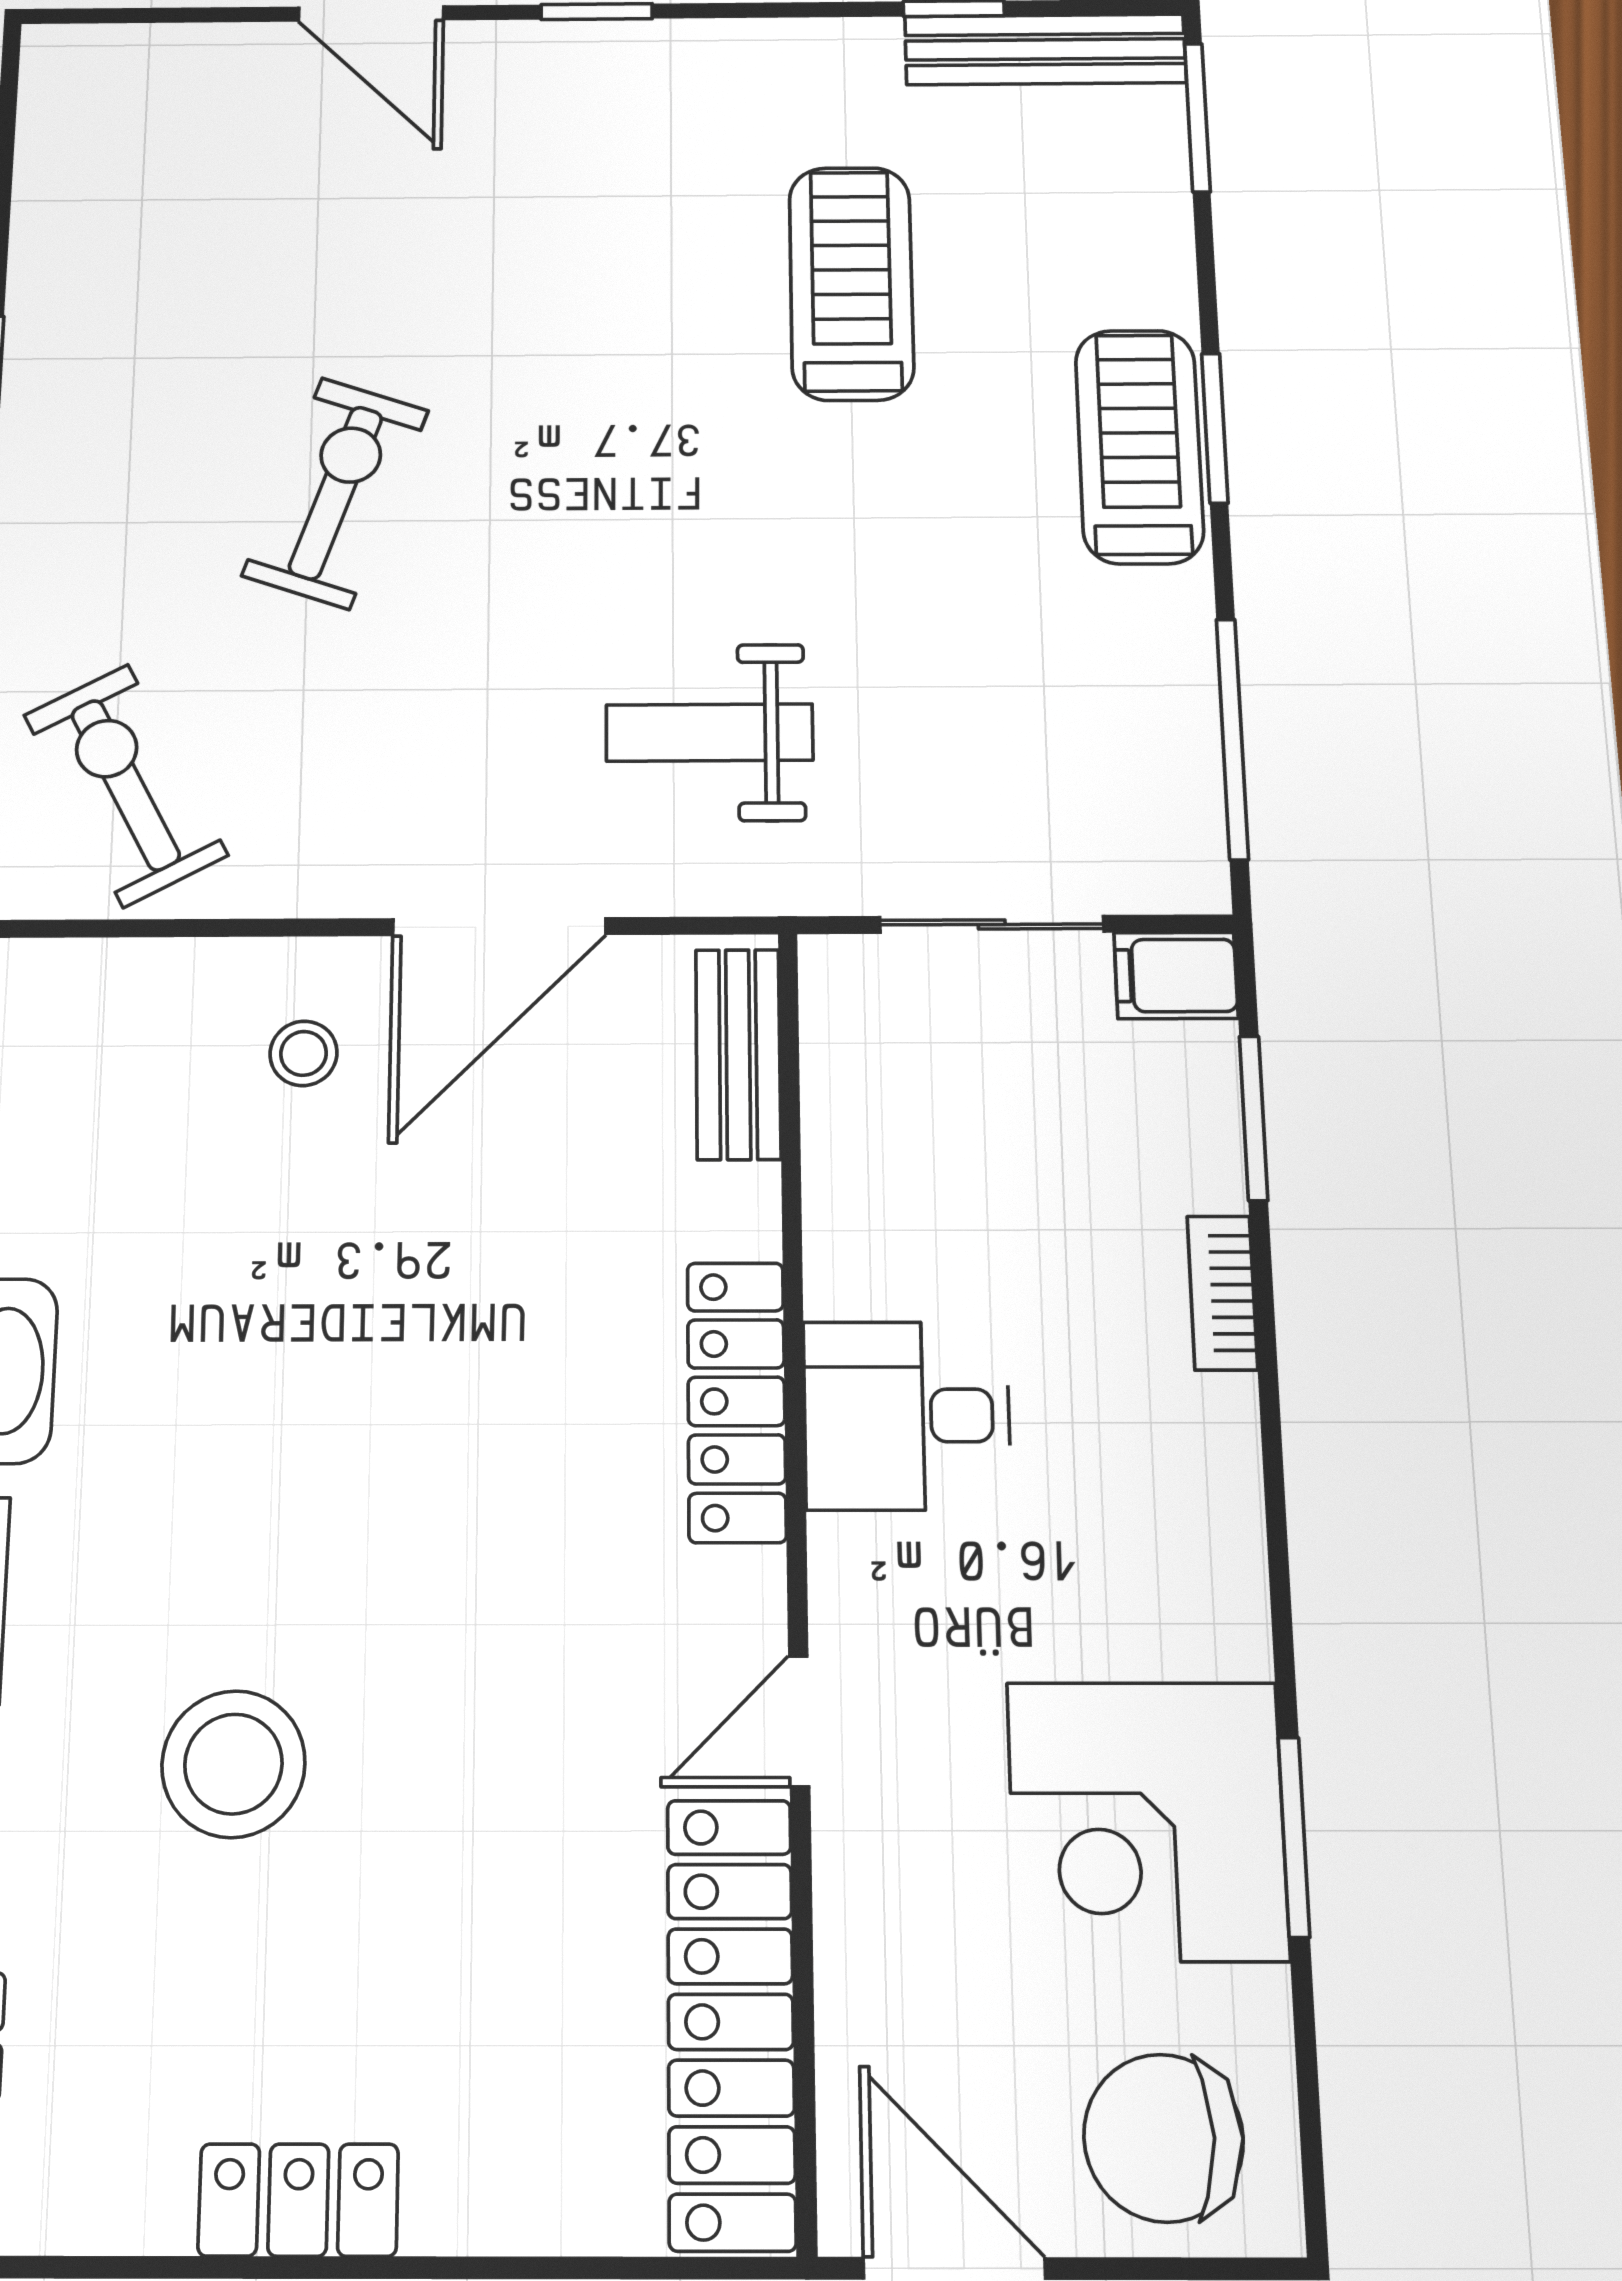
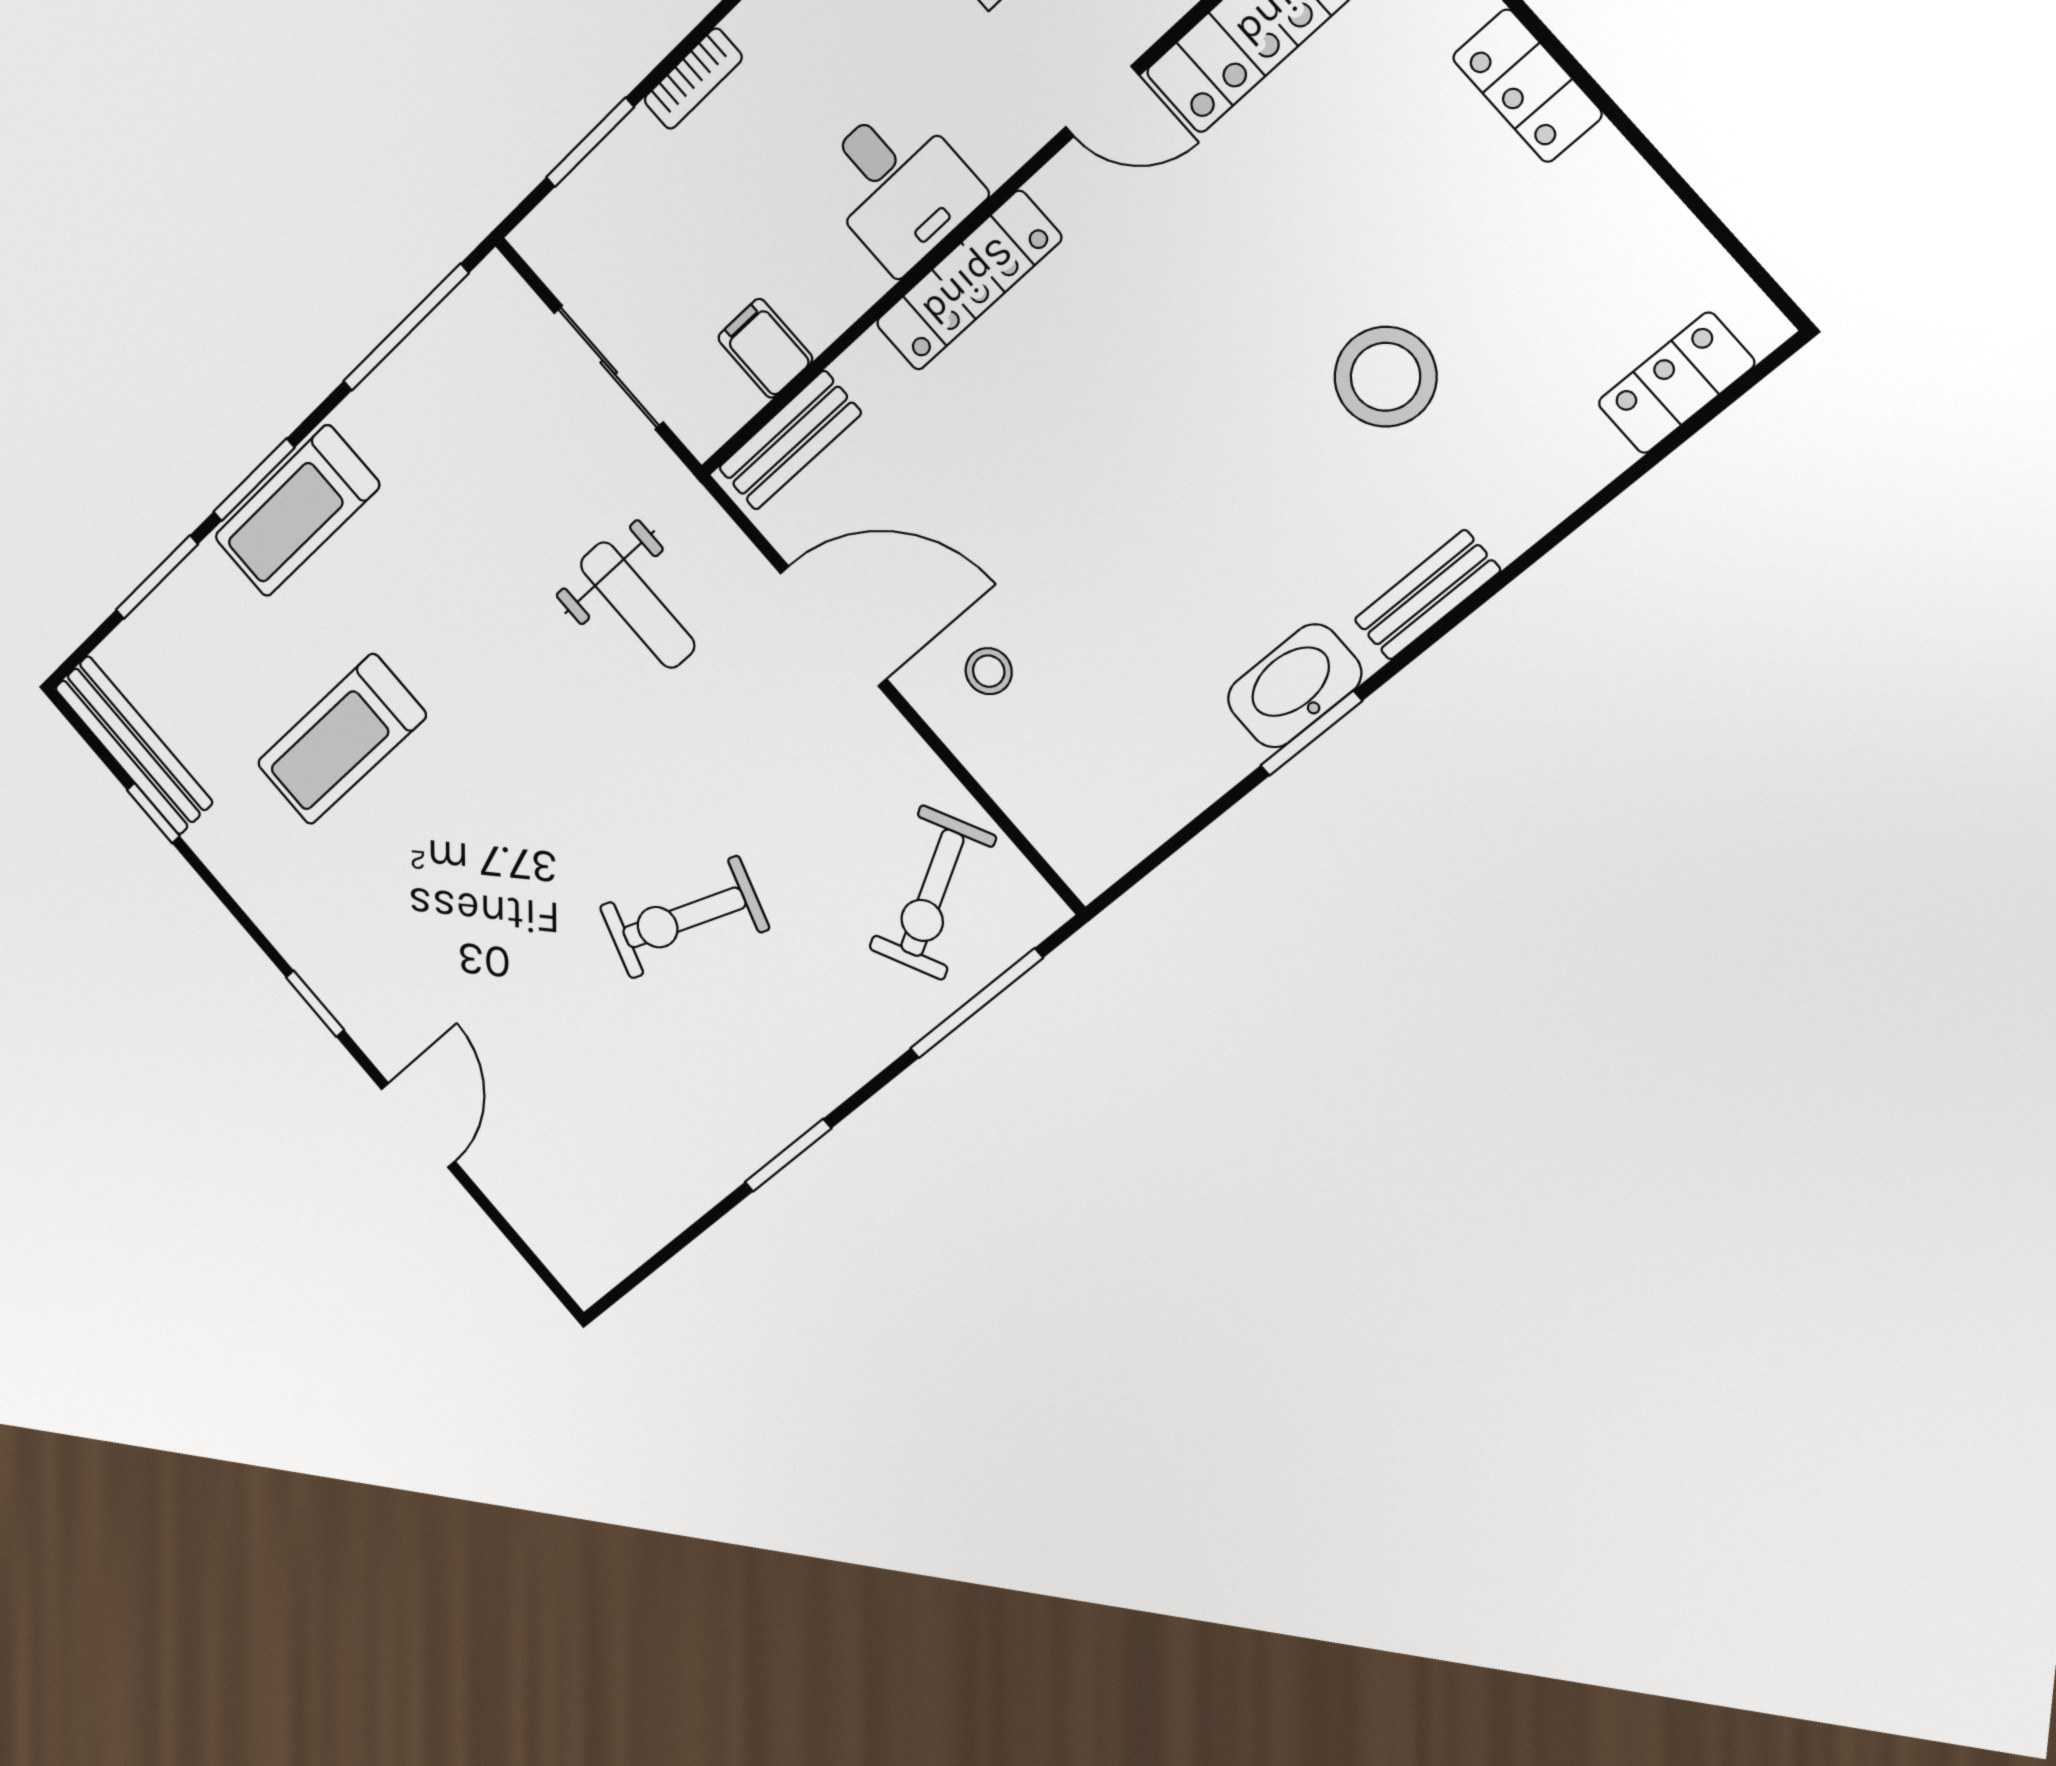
window: (1197, 118) -> (157, 577), moved
filing cabinet: (1176, 975) -> (765, 348), moved, turned 180
locker: (298, 2200) -> (1527, 86), moved

